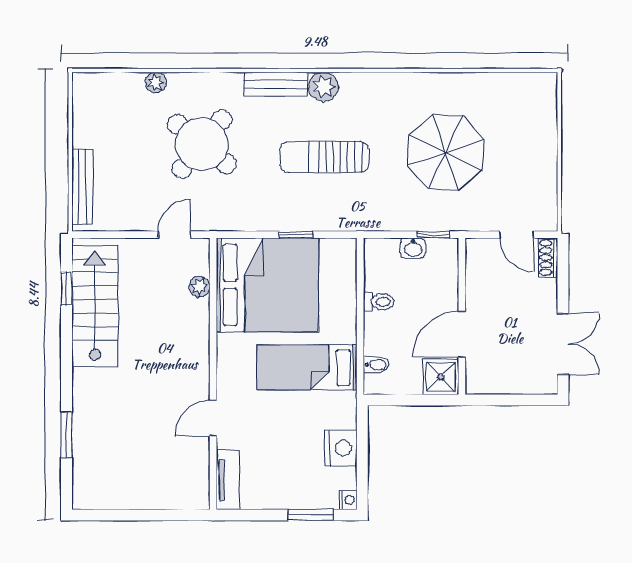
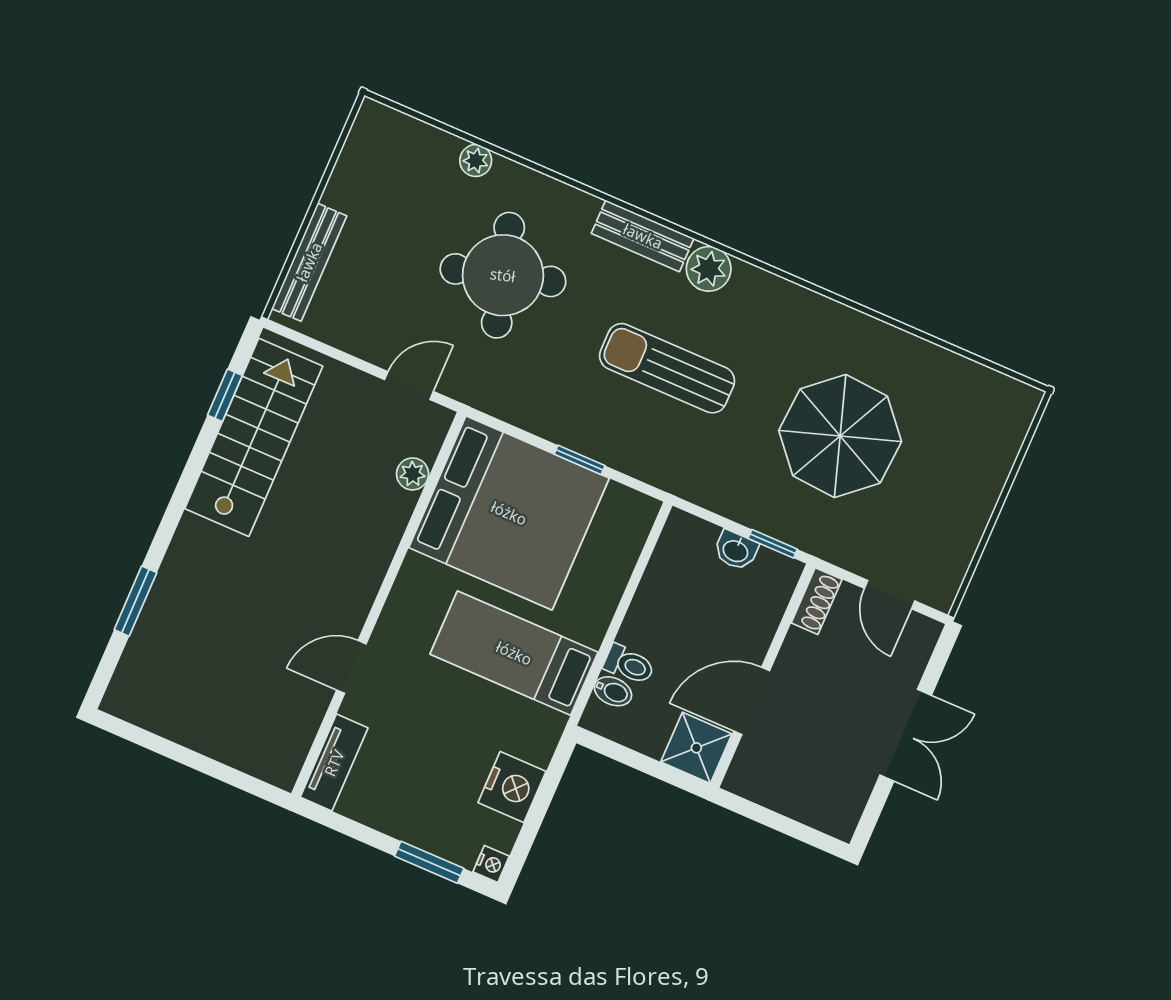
round table: (202, 144) -> (503, 275), turned 35
shoe rack: (548, 258) -> (817, 601), moved, turned 180
toilet: (379, 302) -> (629, 665), moved
double door: (563, 344) -> (906, 735), moved

